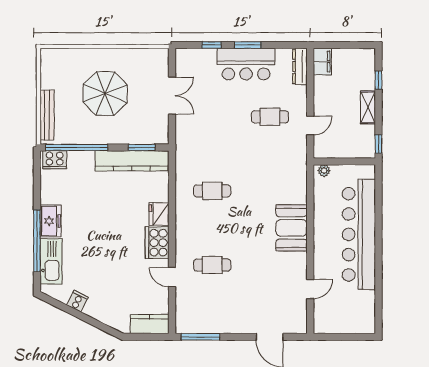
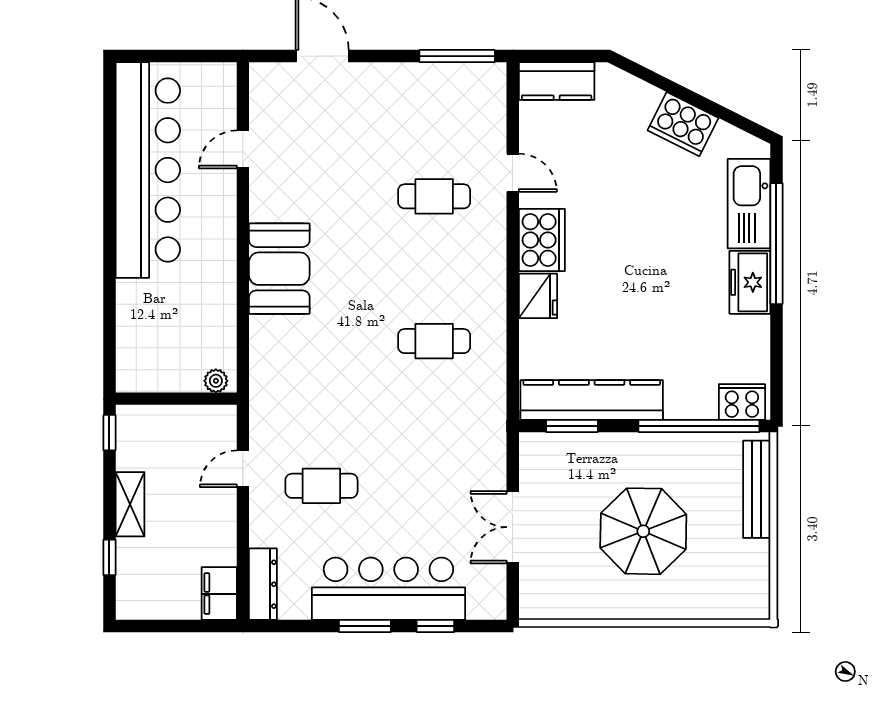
bar counter: (246, 64) -> (388, 589), width x1.36
bar counter: (359, 234) -> (148, 170), moved
cooker: (77, 301) -> (683, 124), width x1.87, depth x1.31

